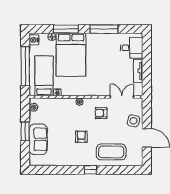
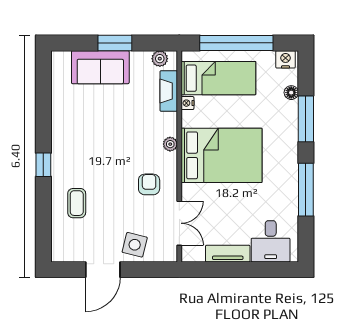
bed: (71, 55) -> (221, 155), moved, turned 180
fireplace: (51, 103) -> (169, 91), added
armchair: (81, 137) -> (105, 148), removed
coffee table: (111, 152) -> (77, 203), width x0.54, depth x0.58

